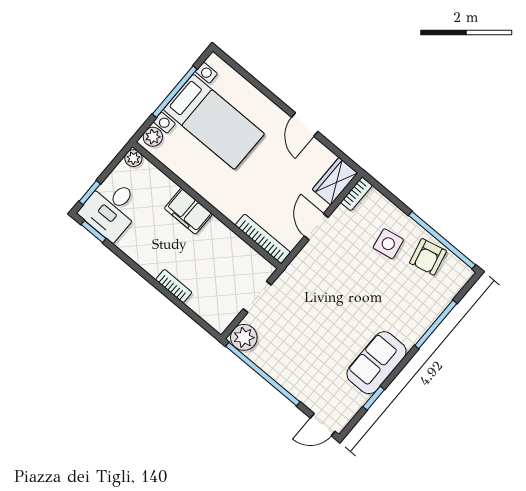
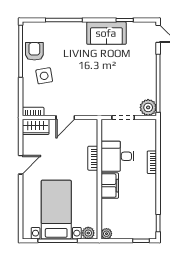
desk: (111, 209) -> (118, 156), moved, turned 180
bookcase: (263, 239) -> (93, 158), moved, width x0.64
armchair: (428, 257) -> (34, 51), turned -77

